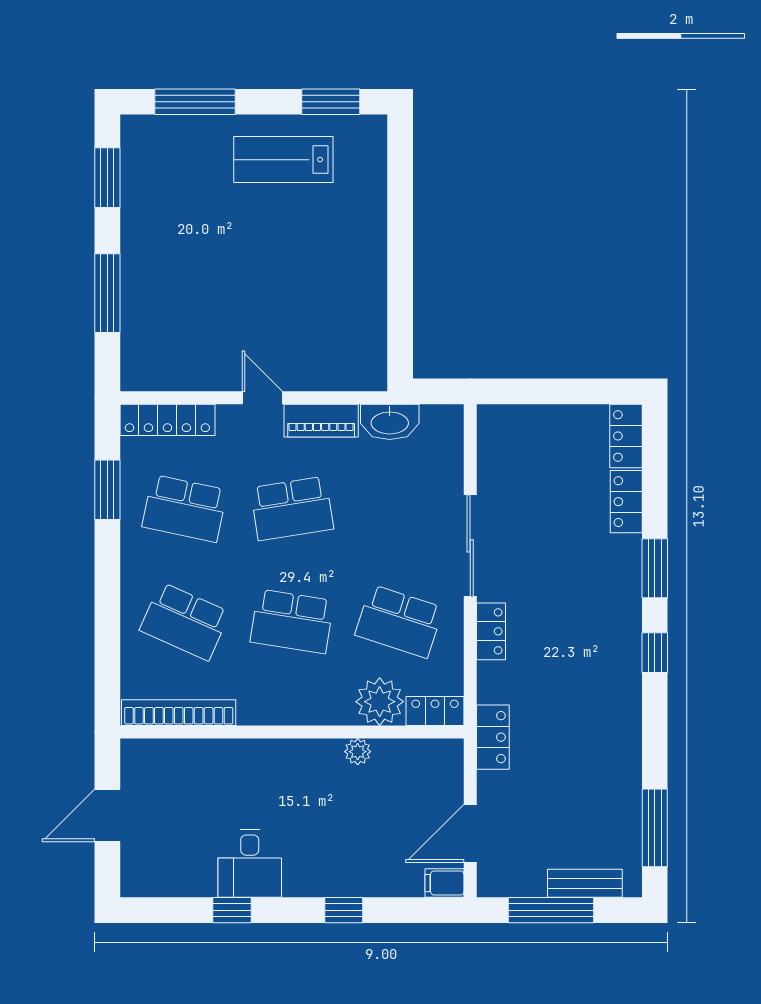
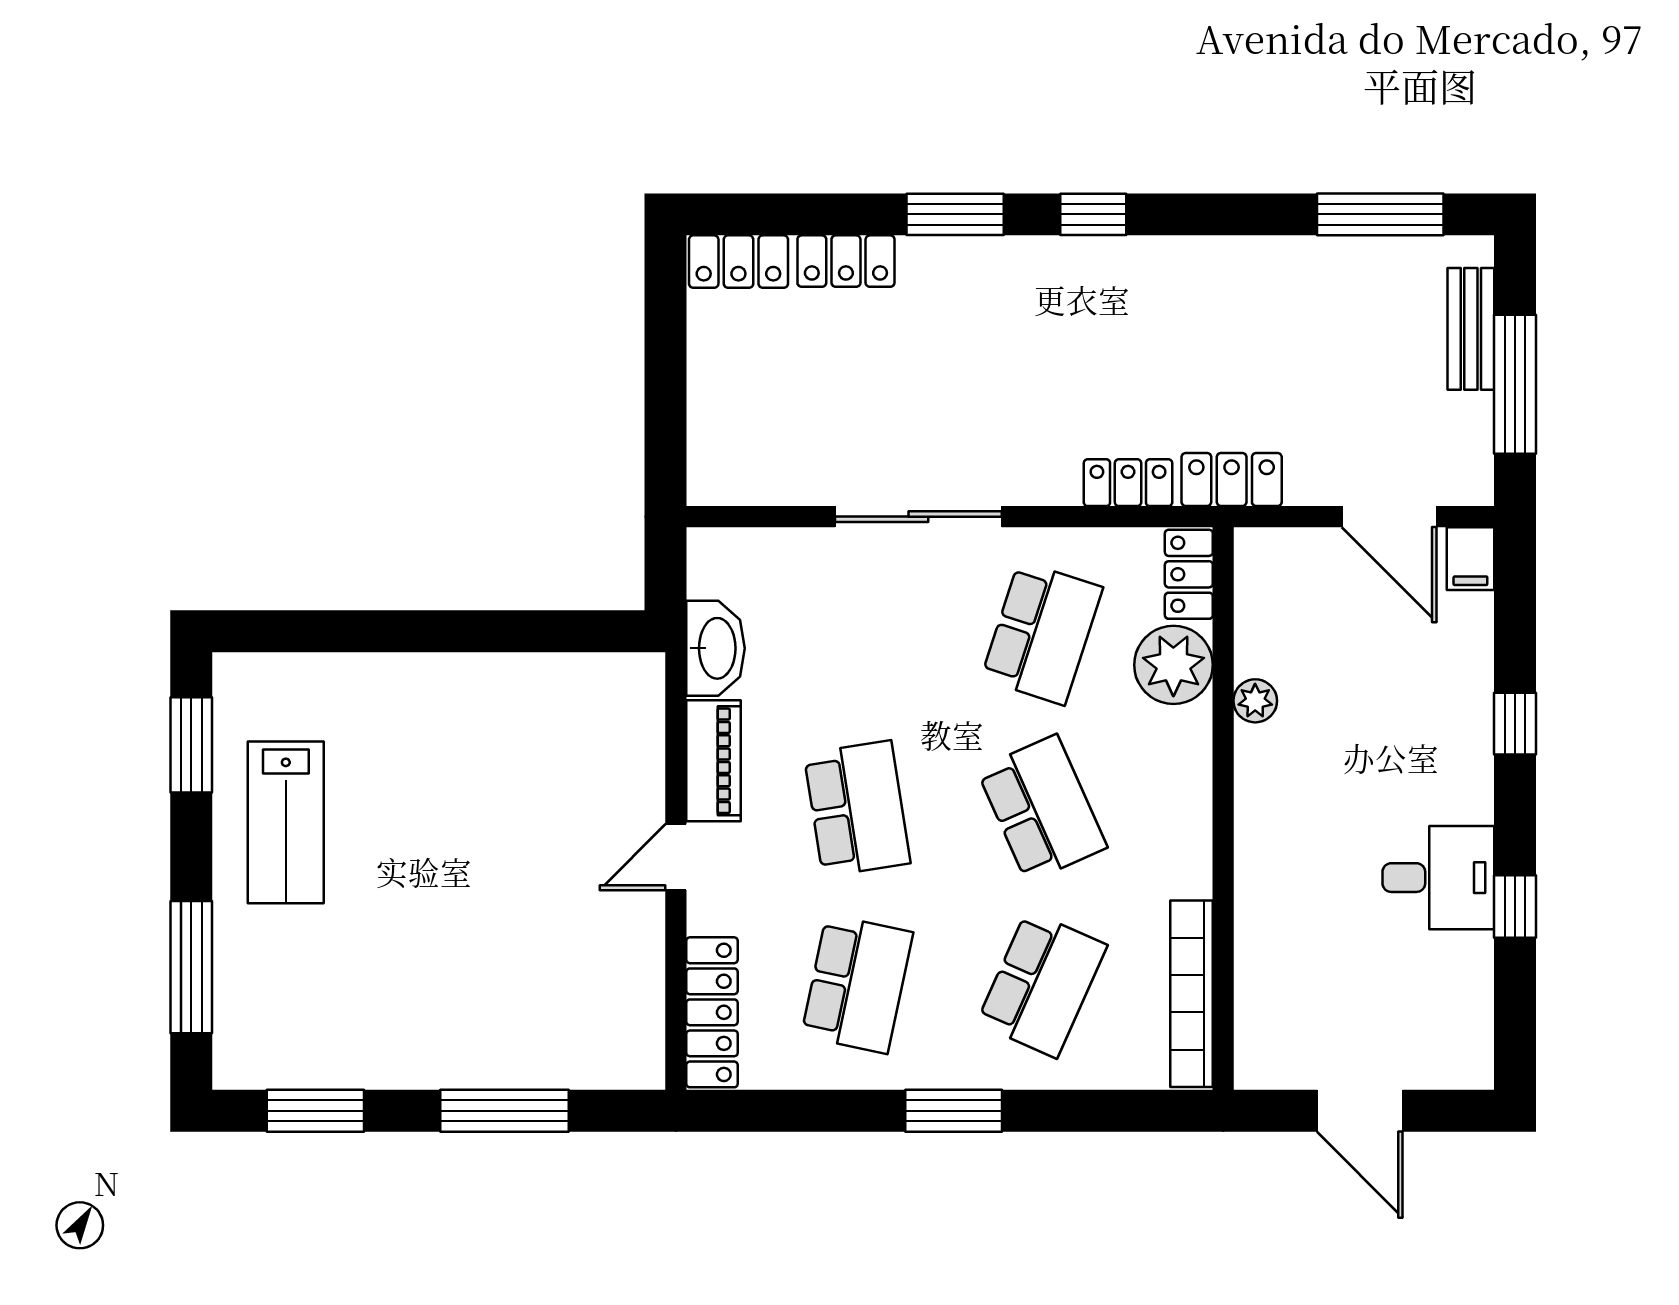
window: (107, 490) -> (954, 1111), moved
school desk: (292, 621) -> (1042, 808), turned -33
locker: (491, 631) -> (1128, 483), moved

